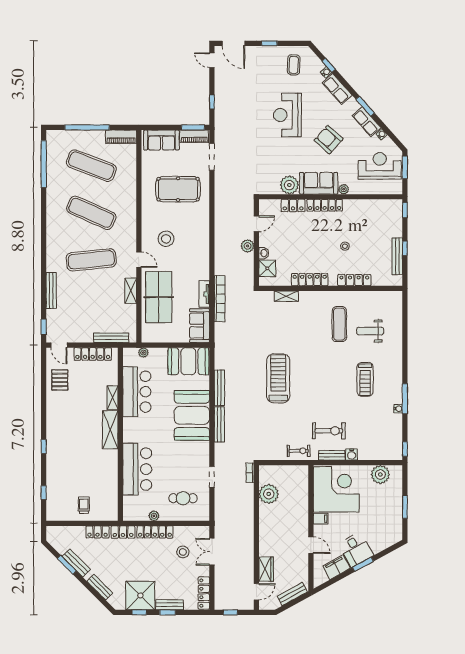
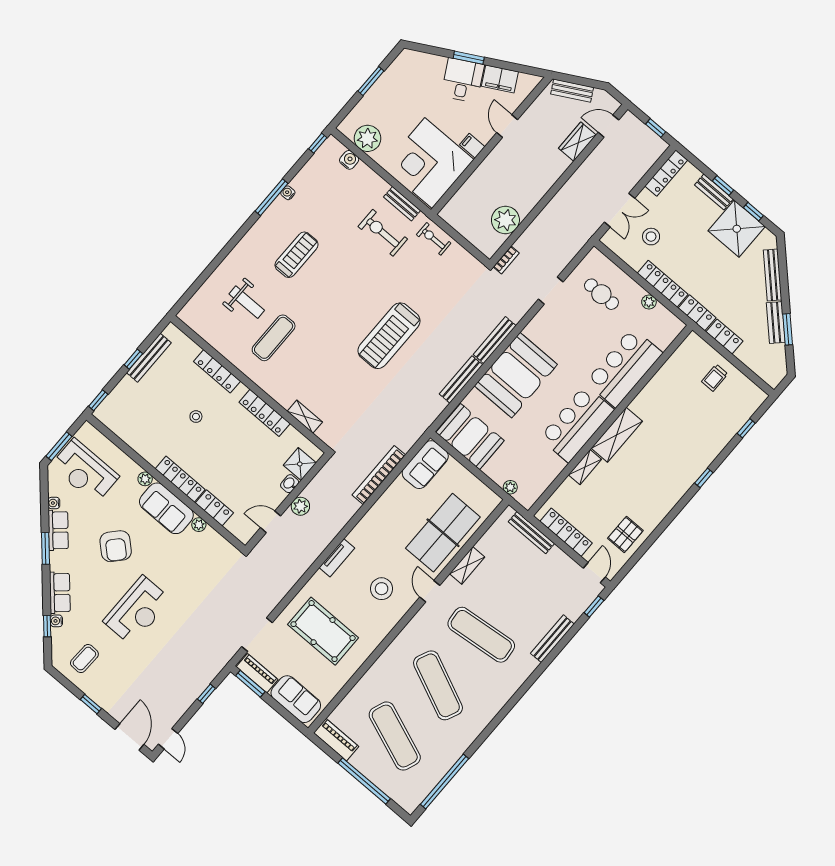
plant: (289, 185) -> (199, 525), width x0.53, depth x0.53
tv unit: (204, 294) -> (337, 558), moved
bar counter: (137, 392) -> (577, 424), moved
water cooler: (352, 455) -> (349, 160), moved
bench: (100, 587) -> (773, 275), width x1.36

